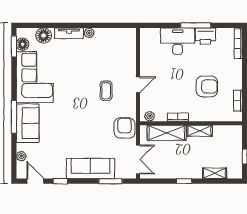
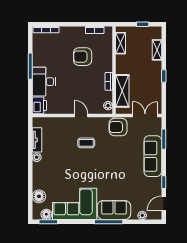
tv unit: (69, 33) -> (37, 140), moved
printer: (205, 36) -> (39, 105), moved
armchair: (207, 86) -> (83, 57), turned -90
shelving: (200, 131) -> (120, 43), moved

